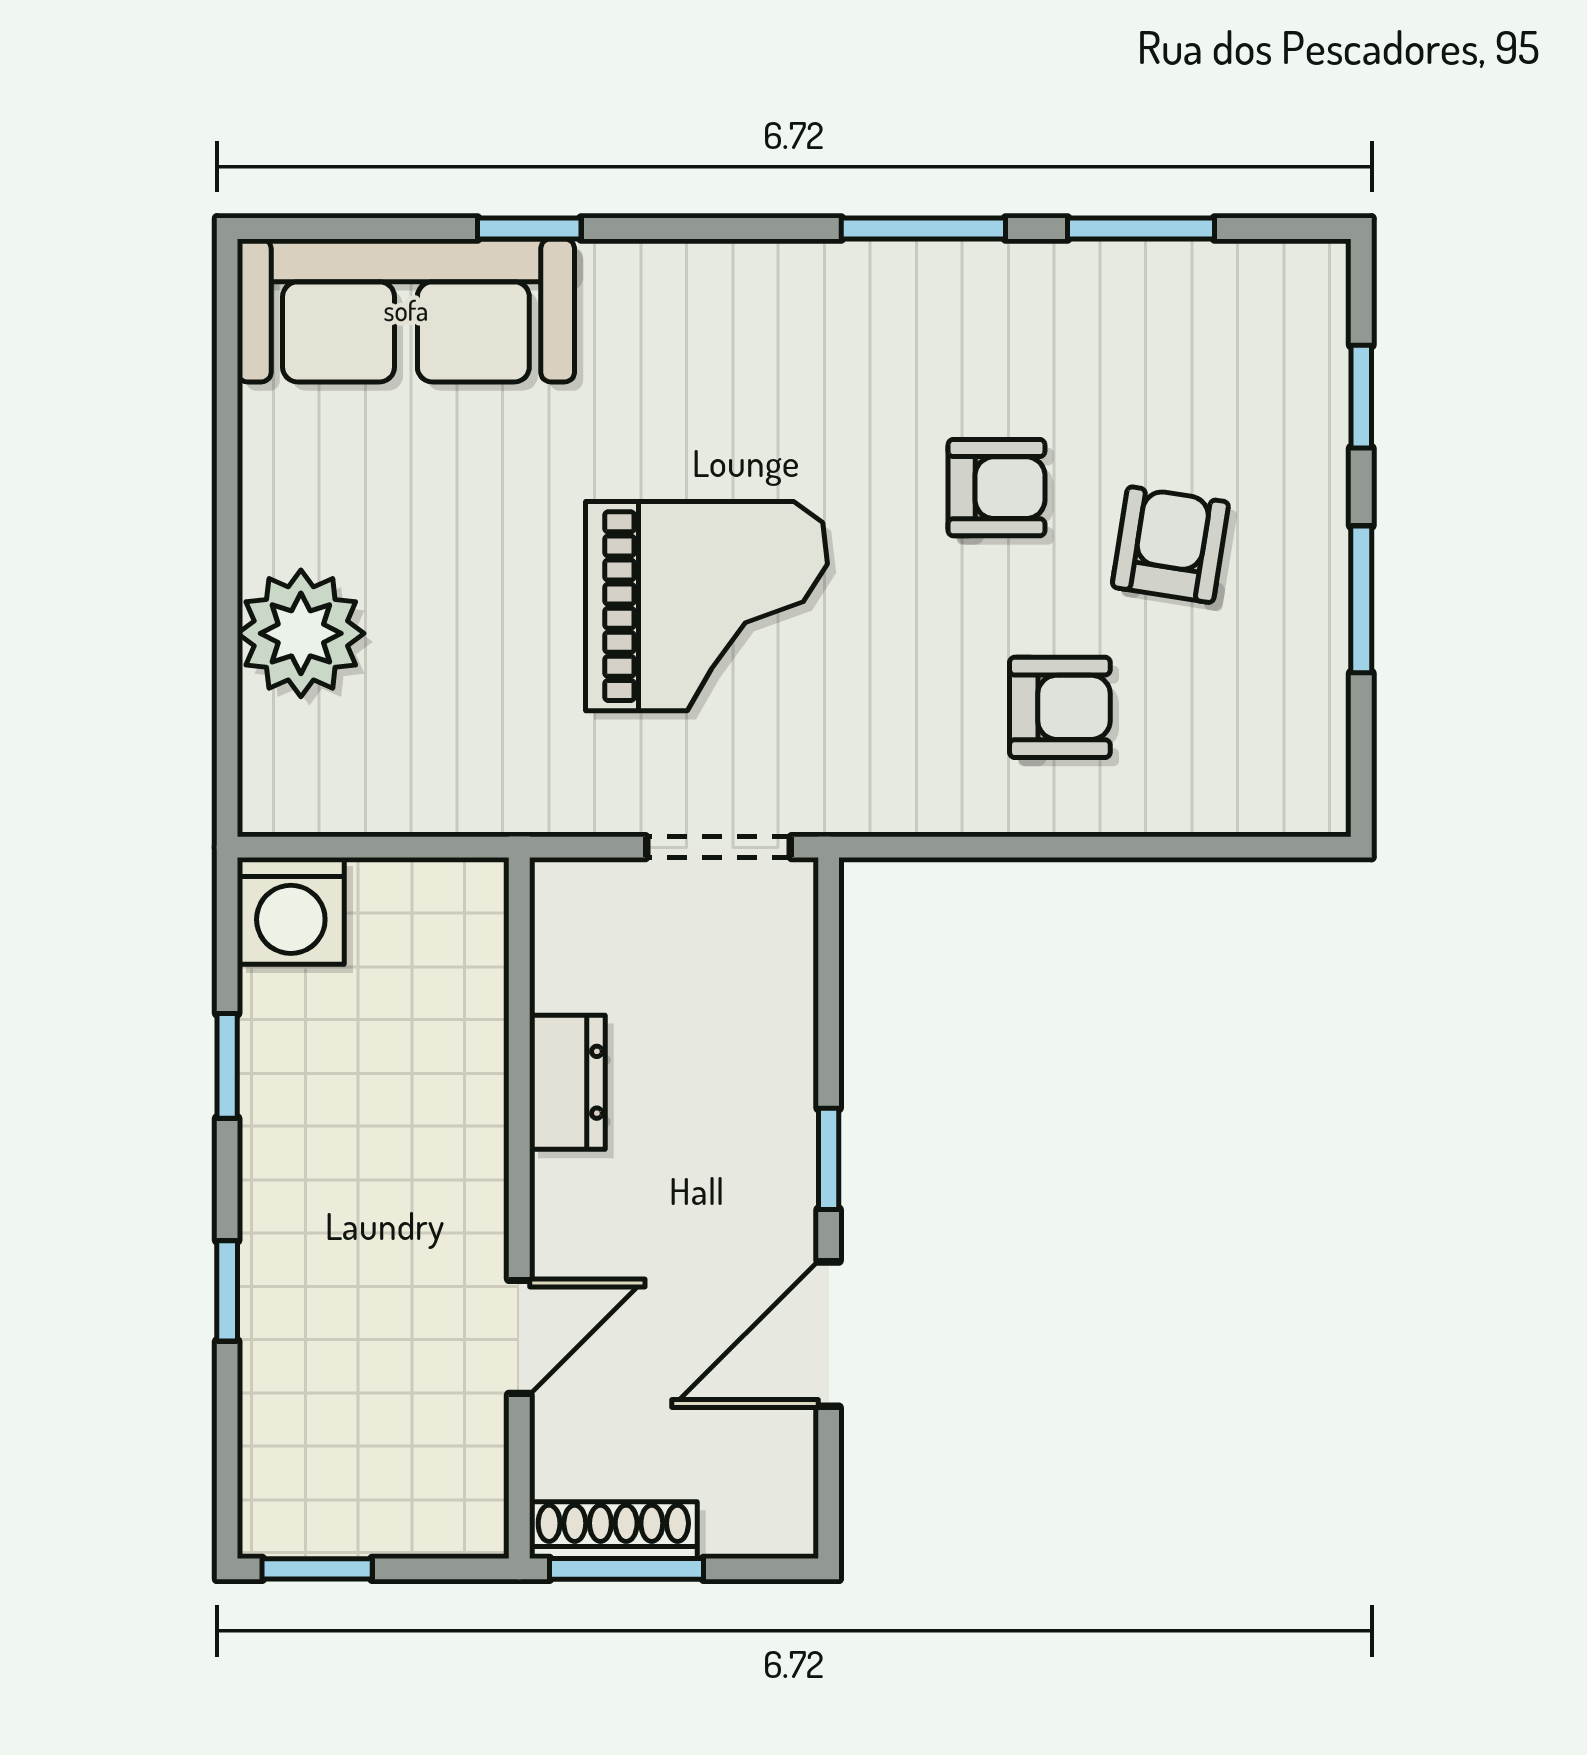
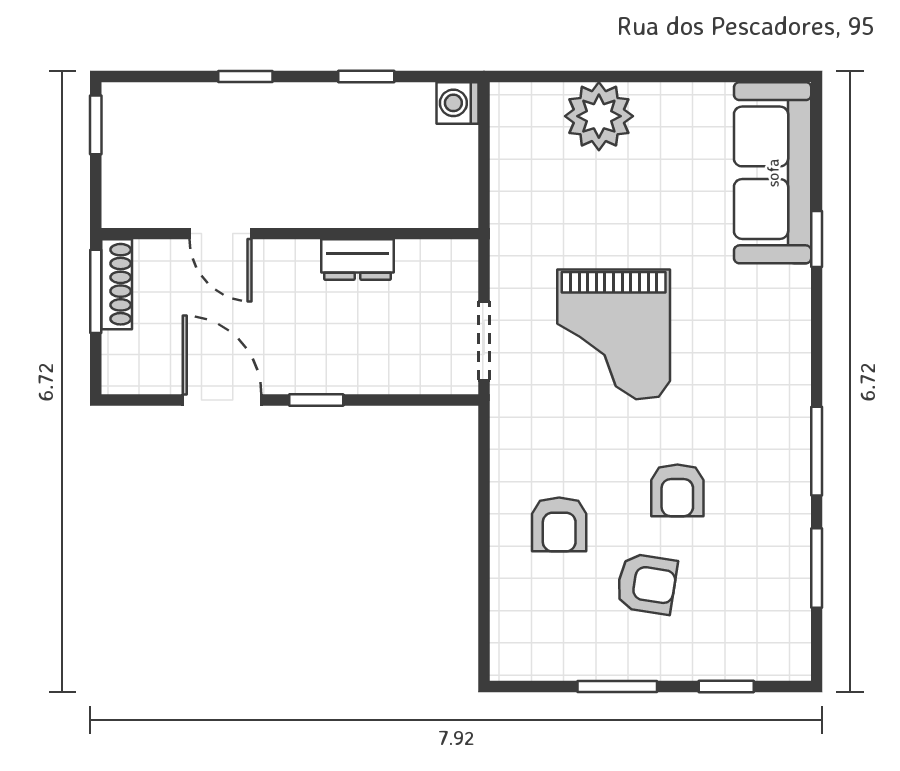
washing machine: (291, 911) -> (458, 103), width x0.73, depth x0.73

